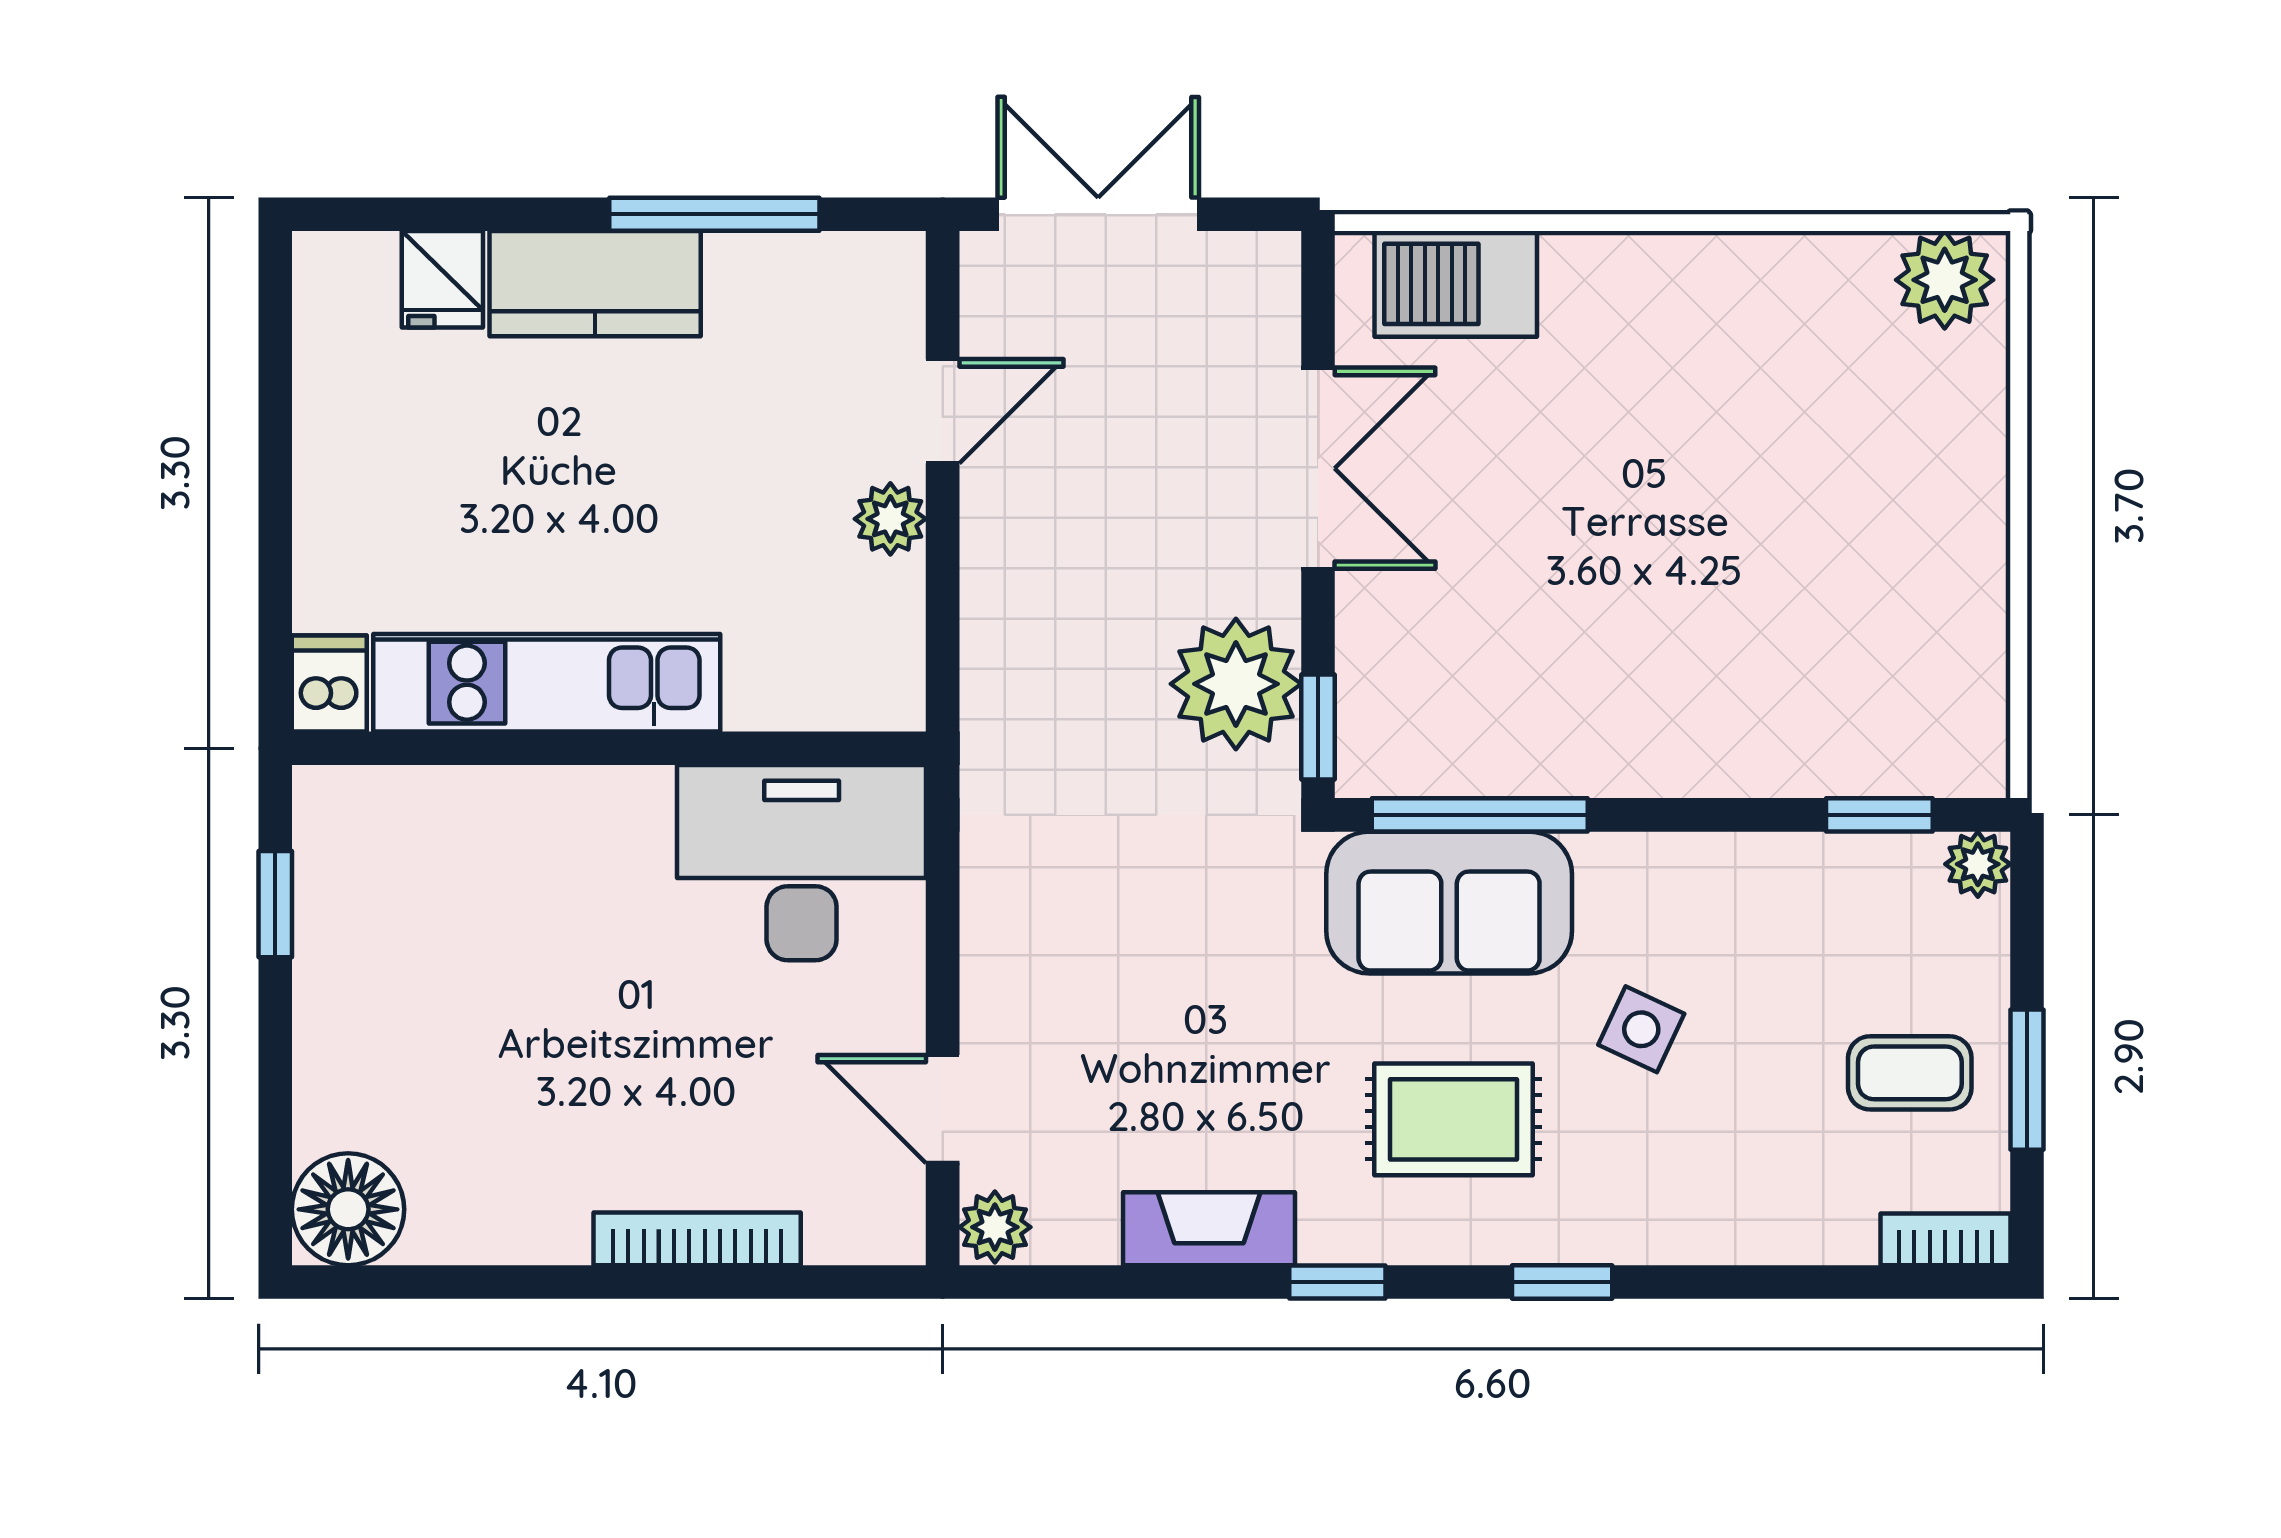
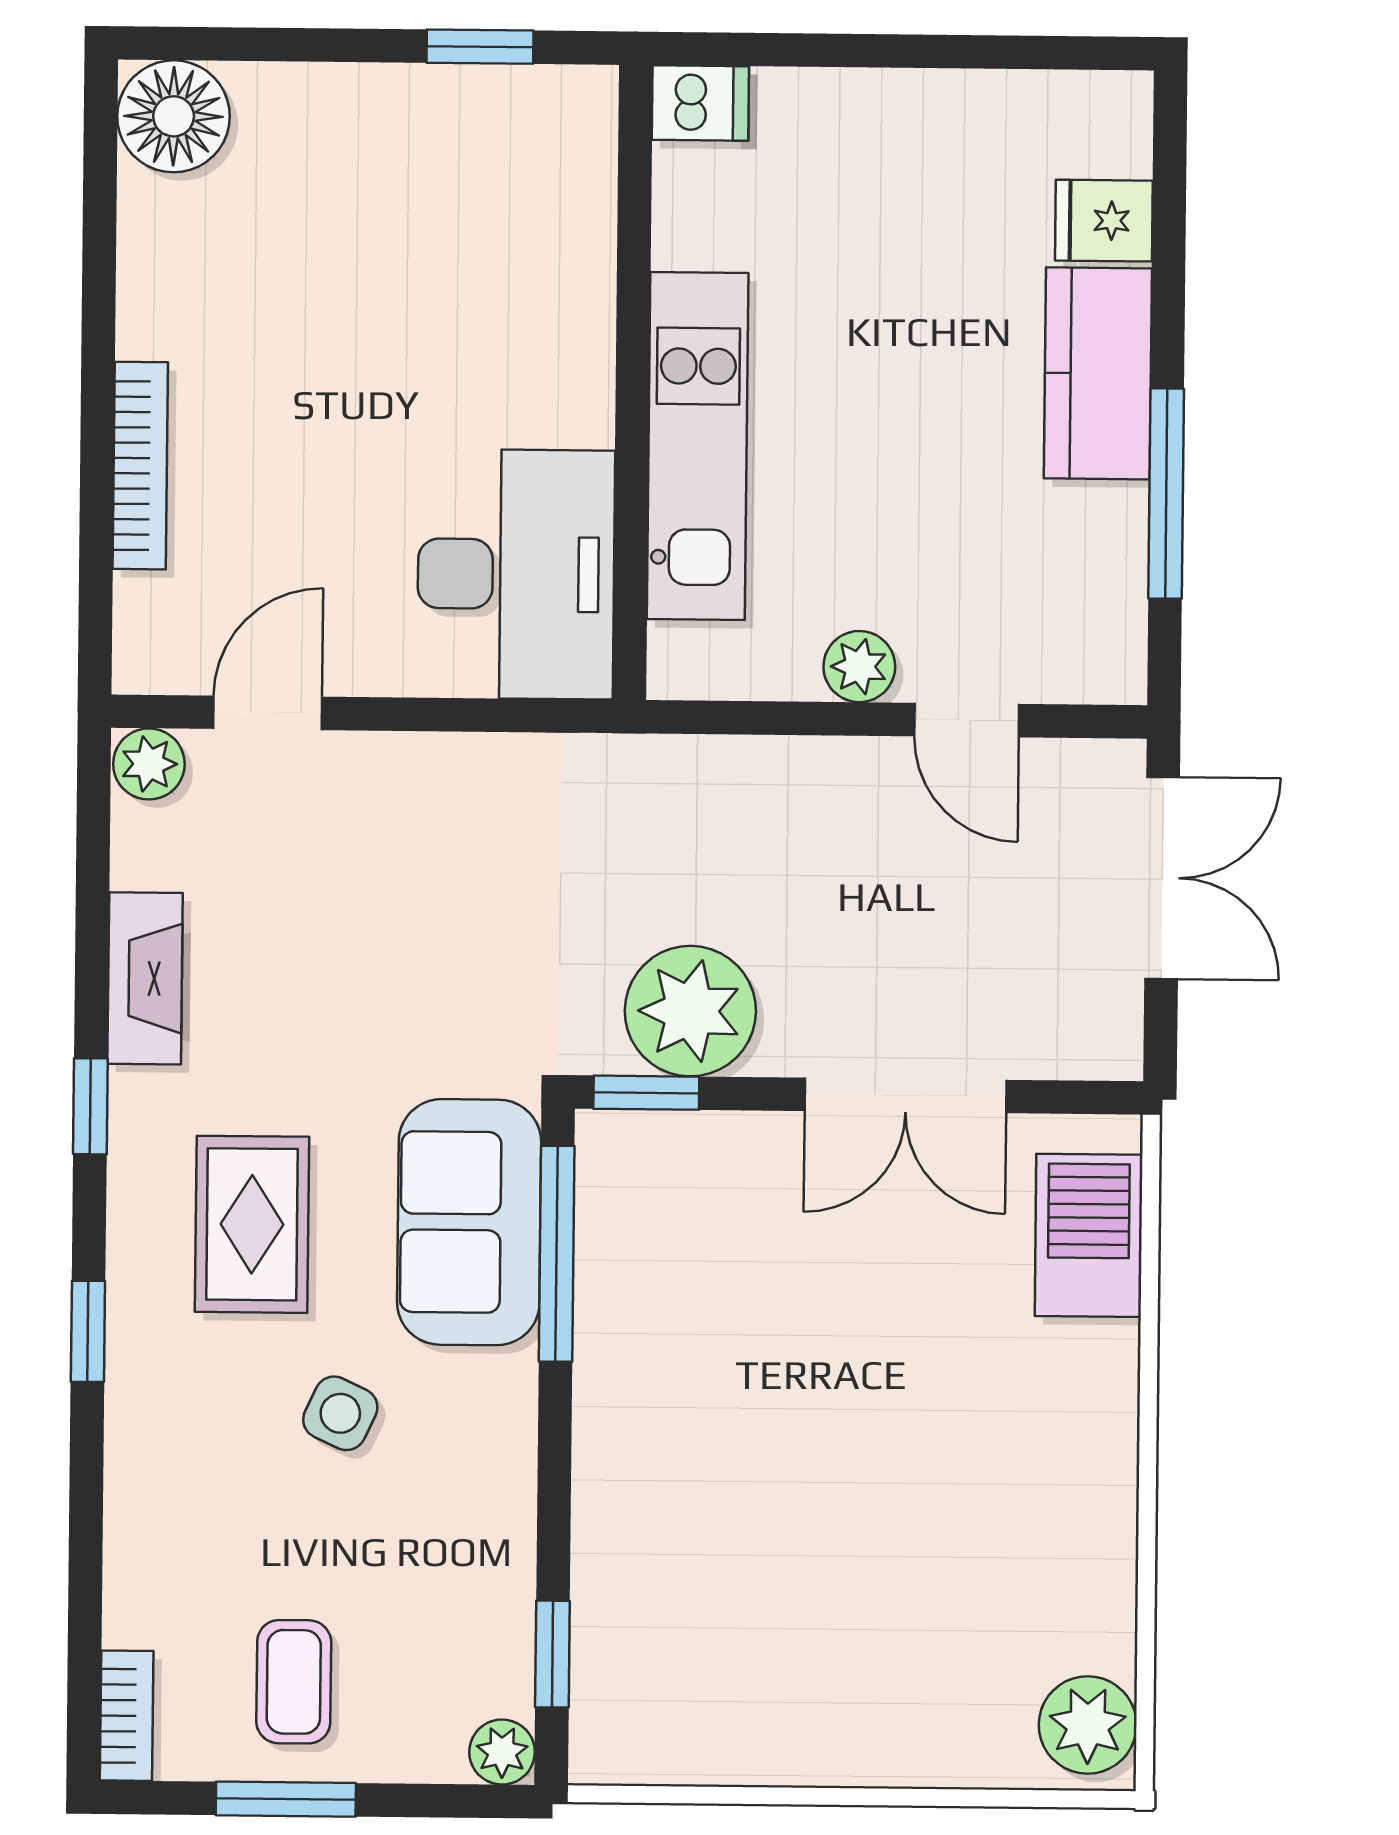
kitchen unit: (547, 683) -> (698, 446), moved

